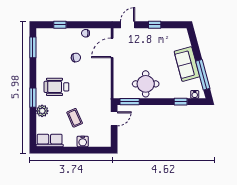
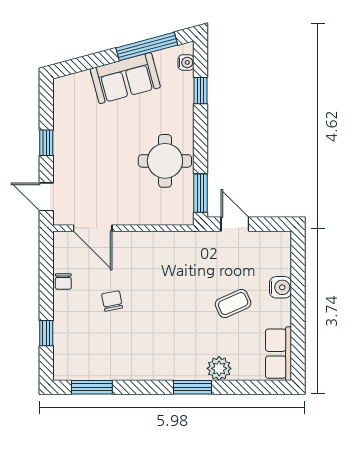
wheelchair: (56, 87) -> (171, 340), removed

